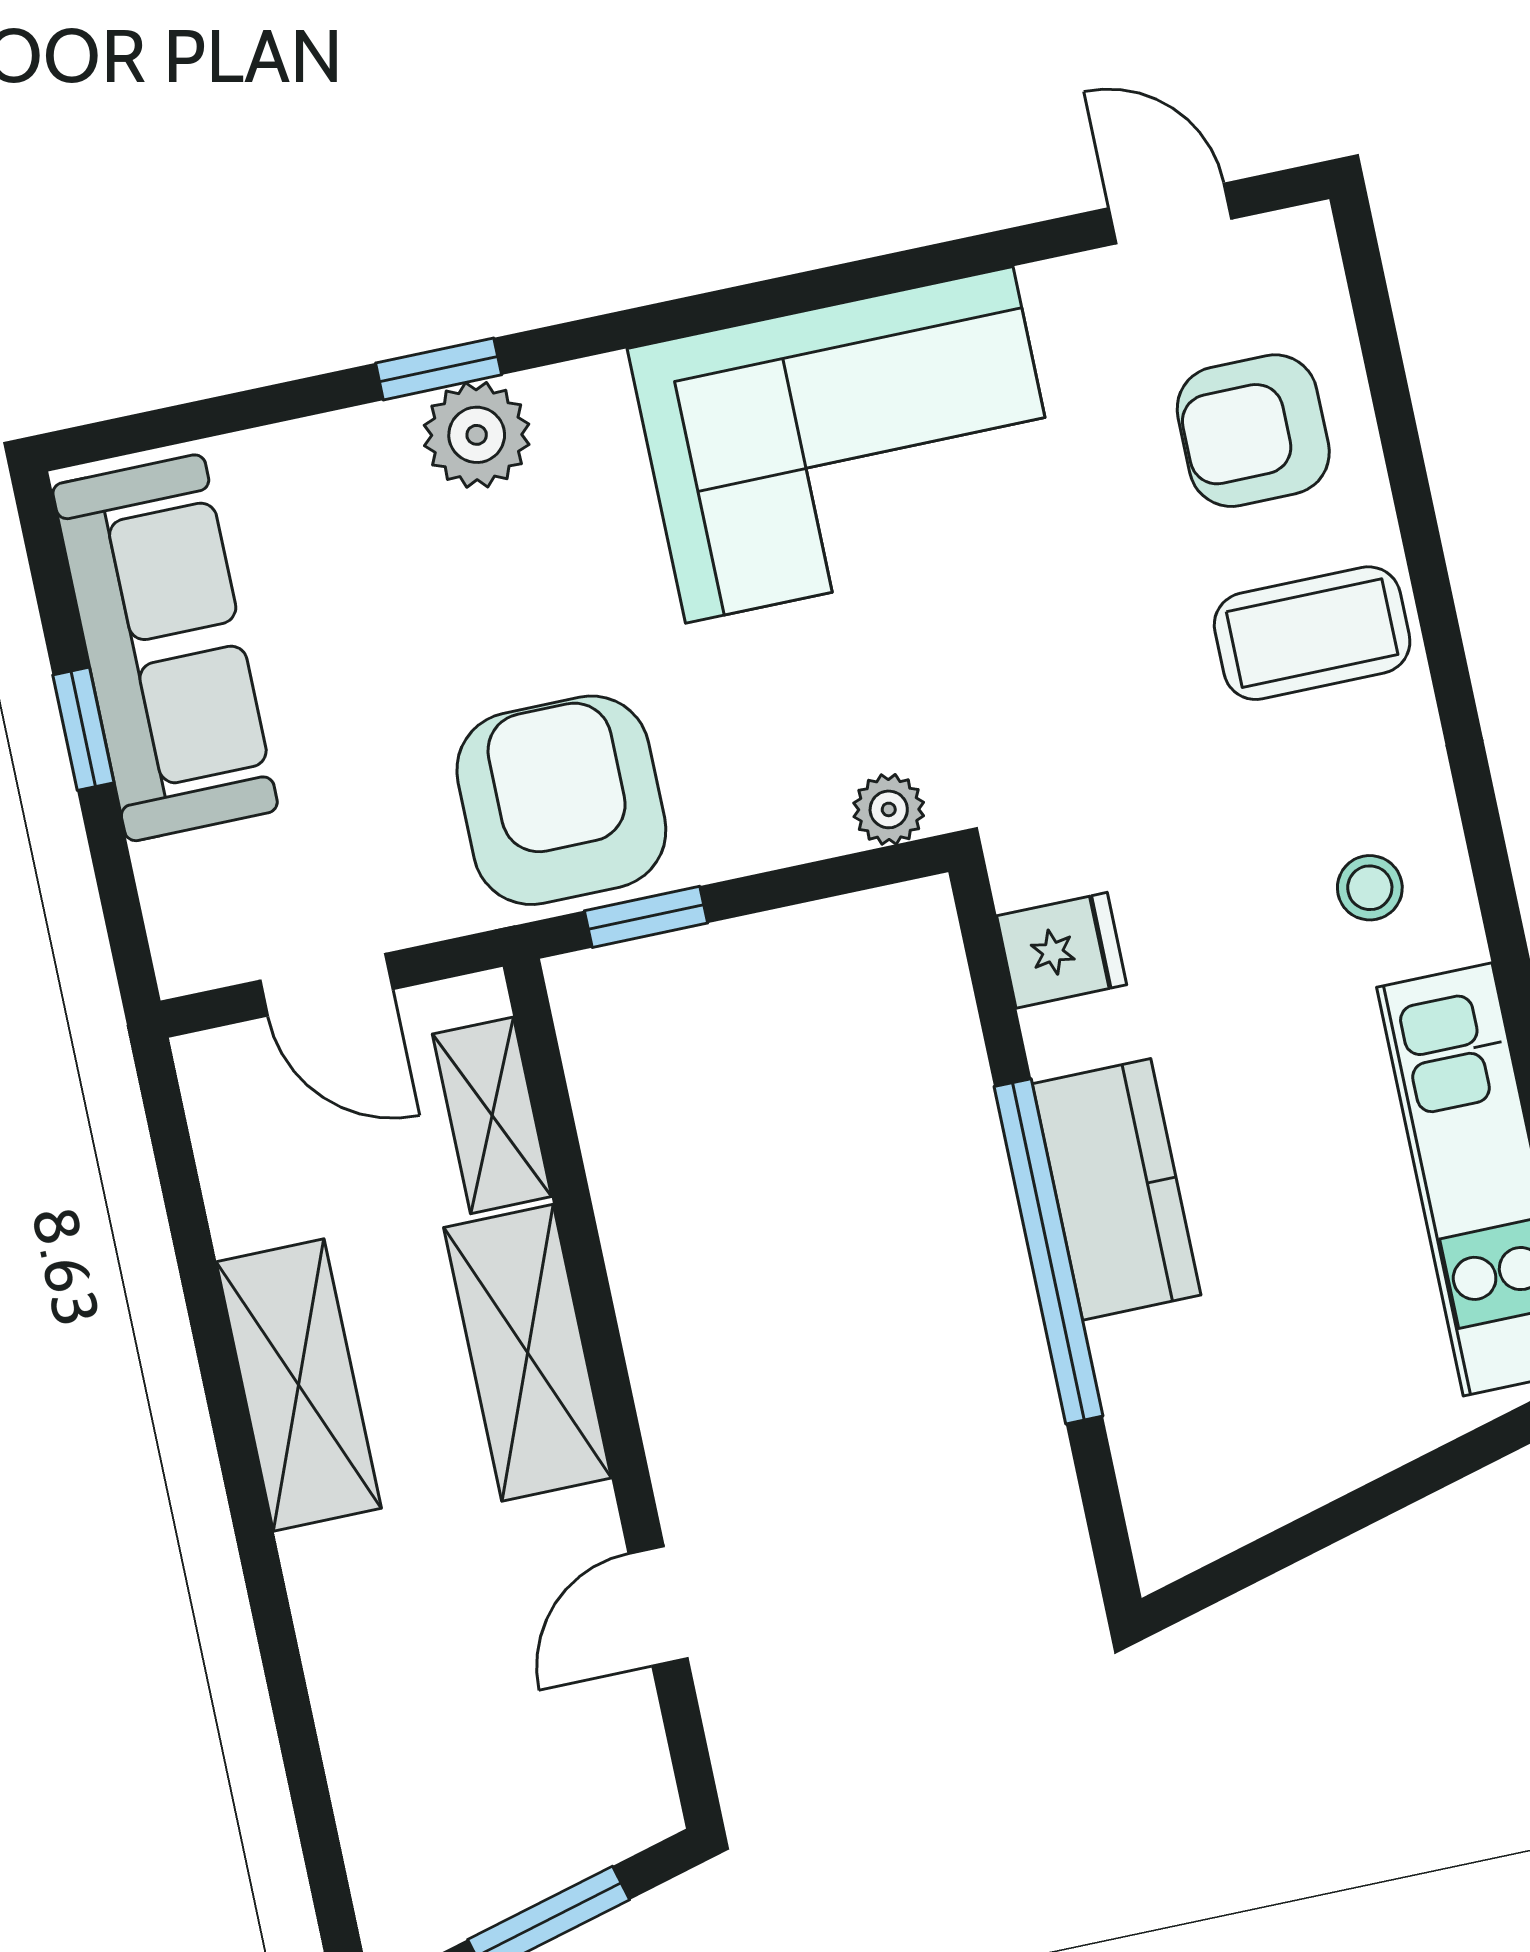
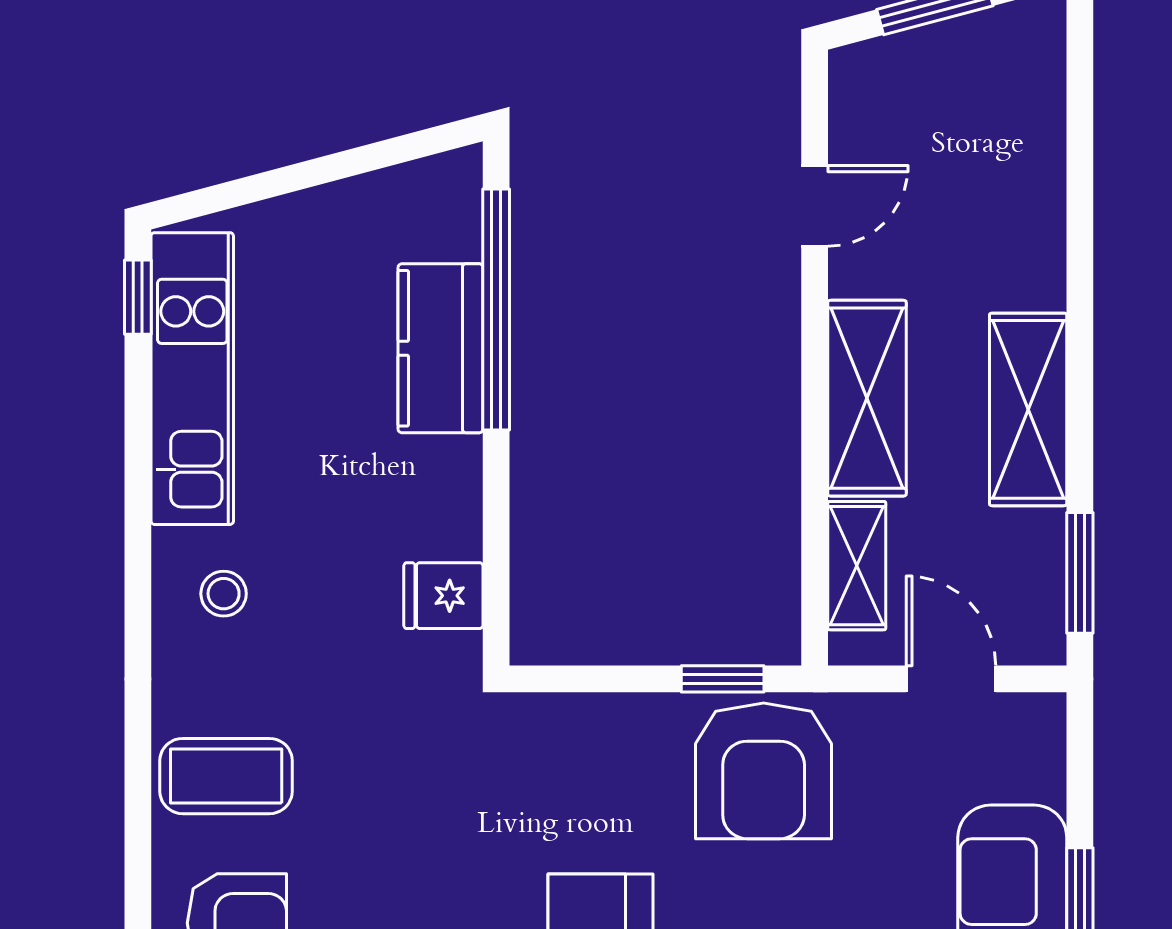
plant: (889, 809) -> (541, 717), removed
window: (177, 1171) -> (1080, 573), added
kitchen counter: (1117, 1189) -> (441, 348), moved
window: (1048, 1251) -> (496, 310), moved

